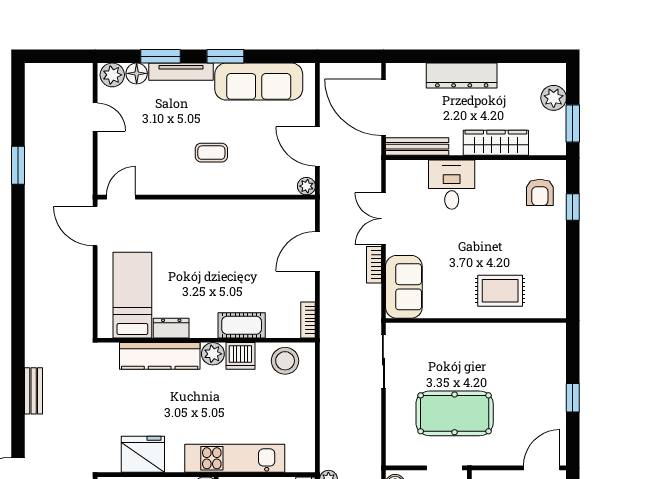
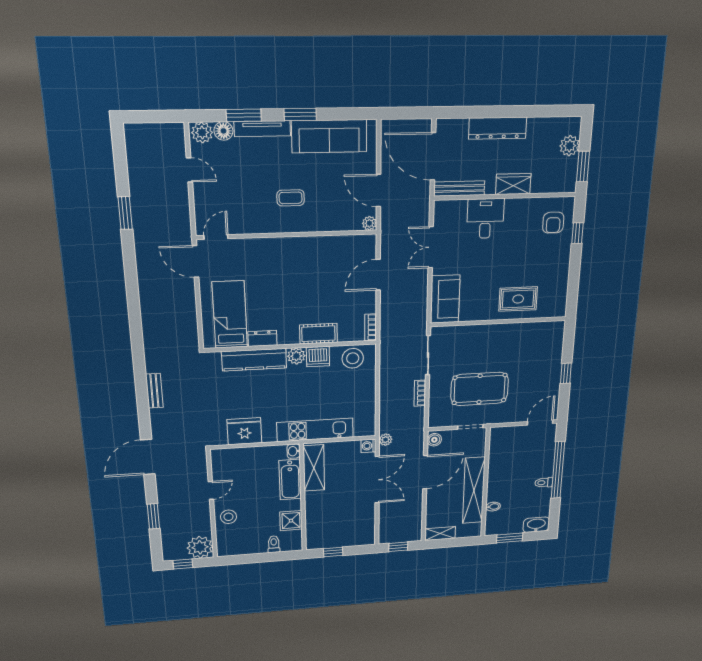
wardrobe: (496, 143) -> (513, 184), width x0.67
bookcase: (374, 265) -> (420, 393), moved

